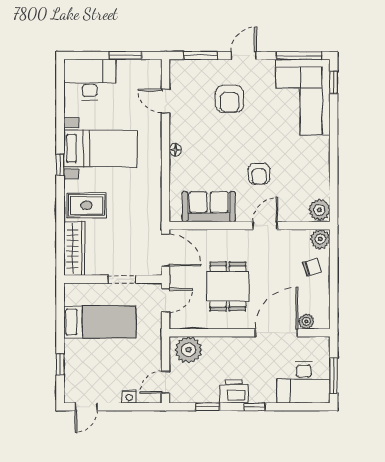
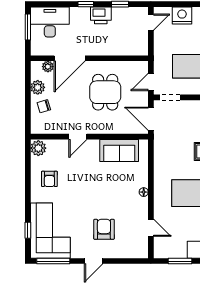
window: (200, 56) -> (125, 261), removed
window: (334, 82) -> (28, 230), moved
armchair: (259, 174) -> (49, 179), moved, turned 180
plant: (320, 239) -> (38, 87), moved
doorway: (122, 279) -> (170, 97), moved
plant: (188, 350) -> (134, 46), removed
nightstand: (129, 396) -> (182, 15), width x1.89, depth x1.79

